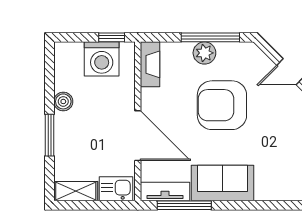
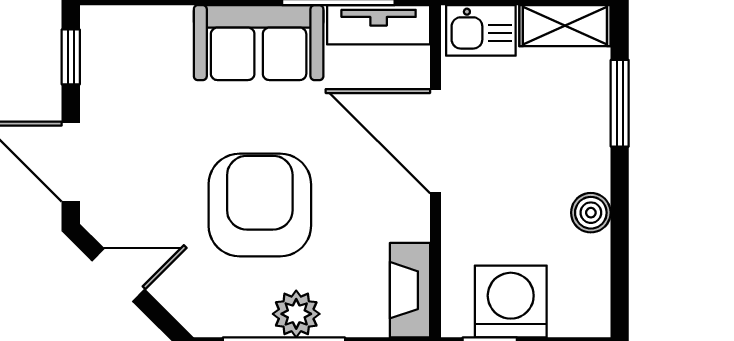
armchair: (222, 105) -> (260, 205), turned -90
window: (49, 135) -> (620, 103), moved

